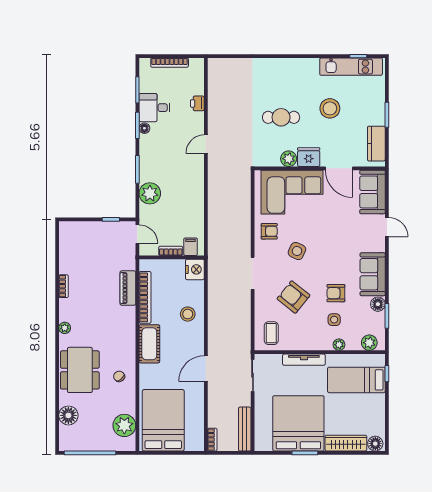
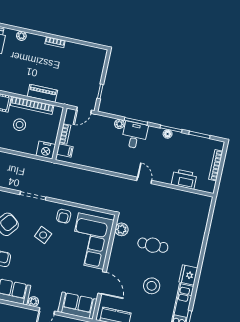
printer: (197, 103) -> (184, 179), width x1.87, depth x1.48
desk: (154, 108) -> (135, 135), moved
cafe table: (281, 117) -> (153, 245), turned 90
fridge: (309, 157) -> (188, 275), moved, turned 180
plant: (289, 159) -> (122, 229), moved
door: (339, 168) -> (102, 283), swing flipped
plant: (150, 193) -> (119, 124), width x0.53, depth x0.53
plant: (379, 245) -> (33, 302), added
stool: (188, 314) -> (20, 125), moved

